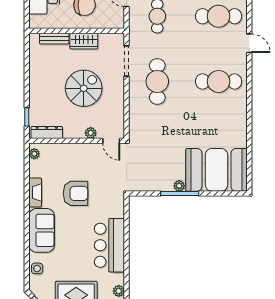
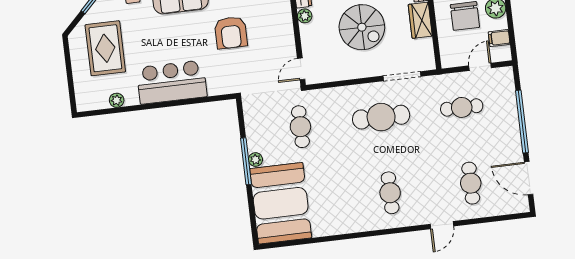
cafe table: (219, 16) -> (471, 183), width x0.73, depth x0.74
cafe table: (219, 81) -> (390, 193), width x0.73, depth x0.74
plant: (91, 133) -> (305, 16), moved
cafe table: (157, 147) -> (300, 127), added

